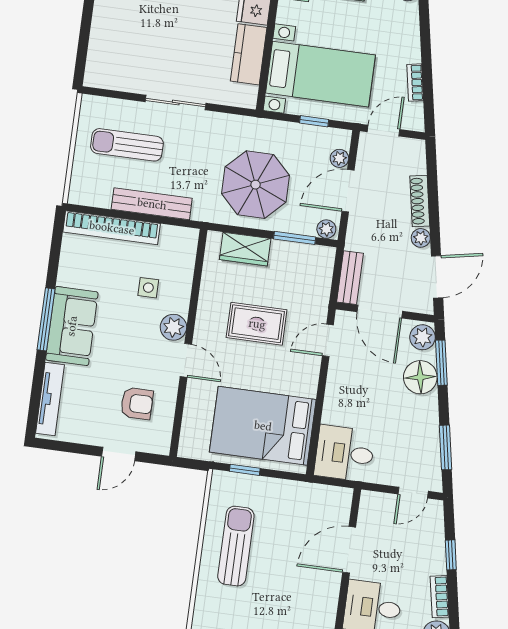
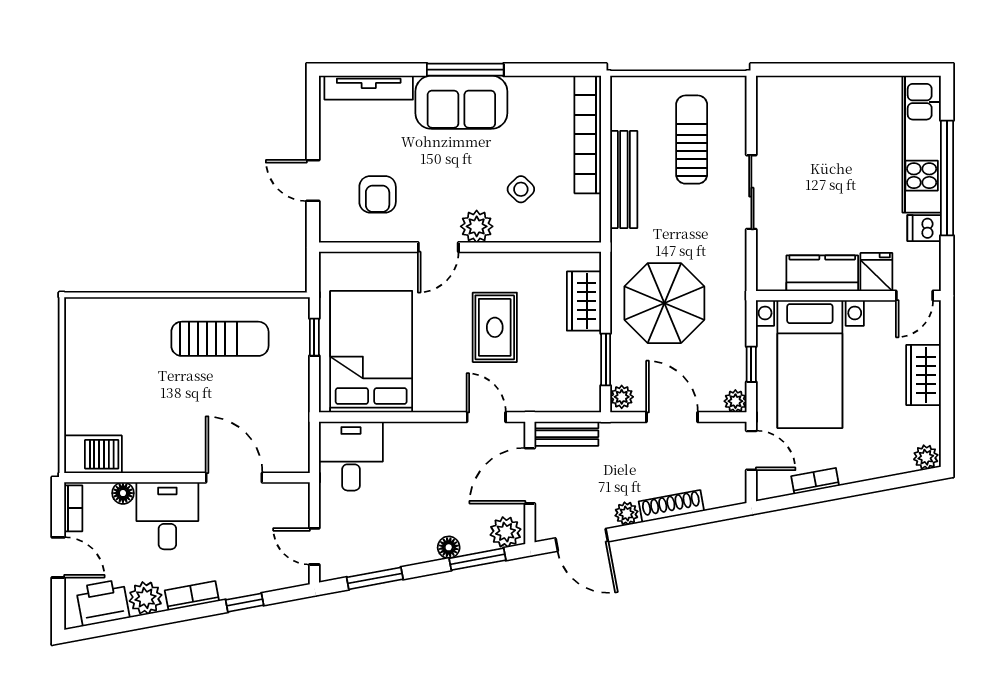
plant: (339, 158) -> (735, 401), moved
side table: (148, 288) -> (521, 189), turned 45
floor lamp: (420, 377) -> (449, 547), width x0.53, depth x0.53

